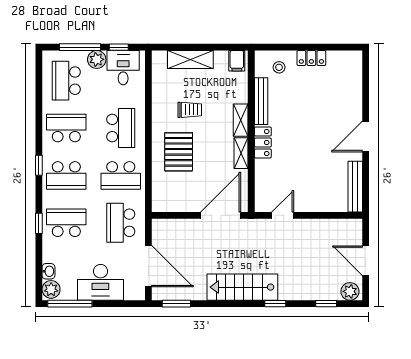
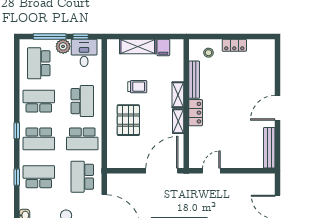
filing cabinet: (237, 61) -> (163, 47), moved

